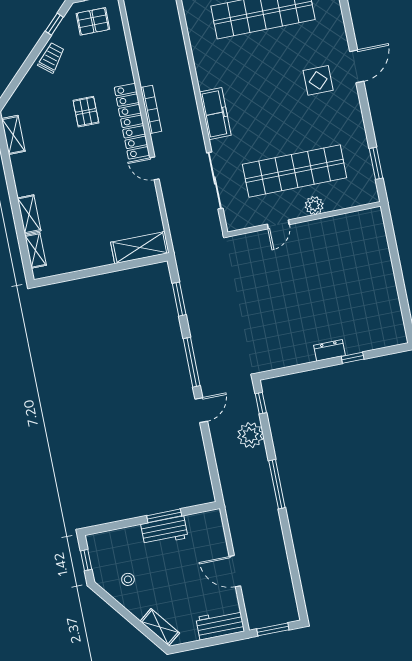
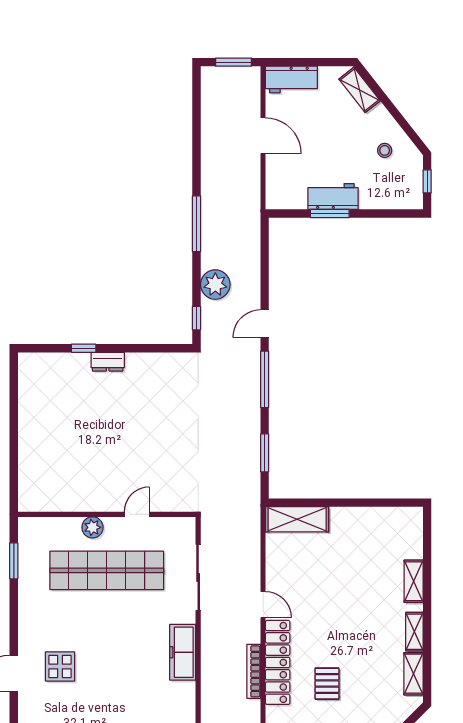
shelving: (36, 250) -> (414, 632), moved

